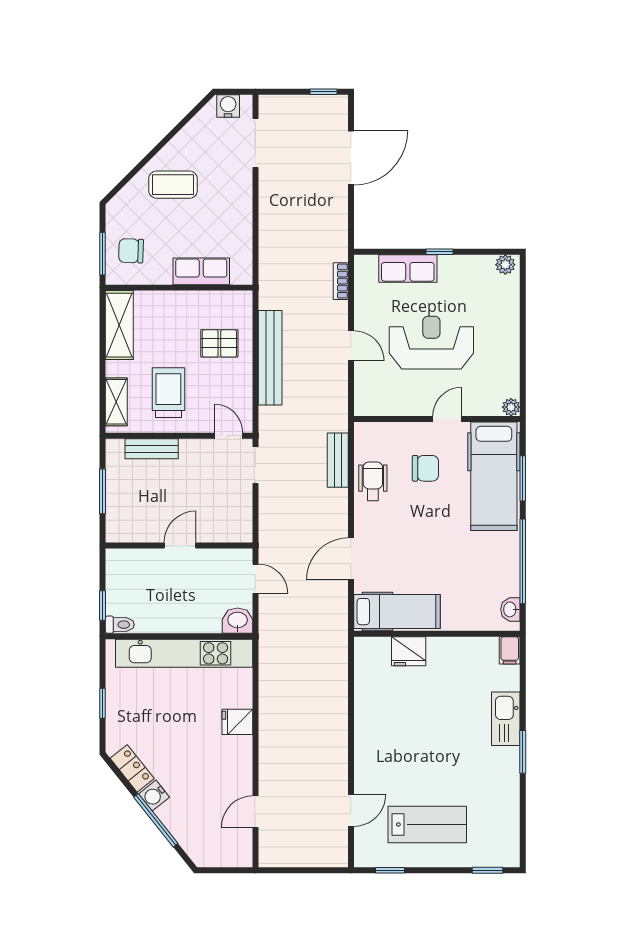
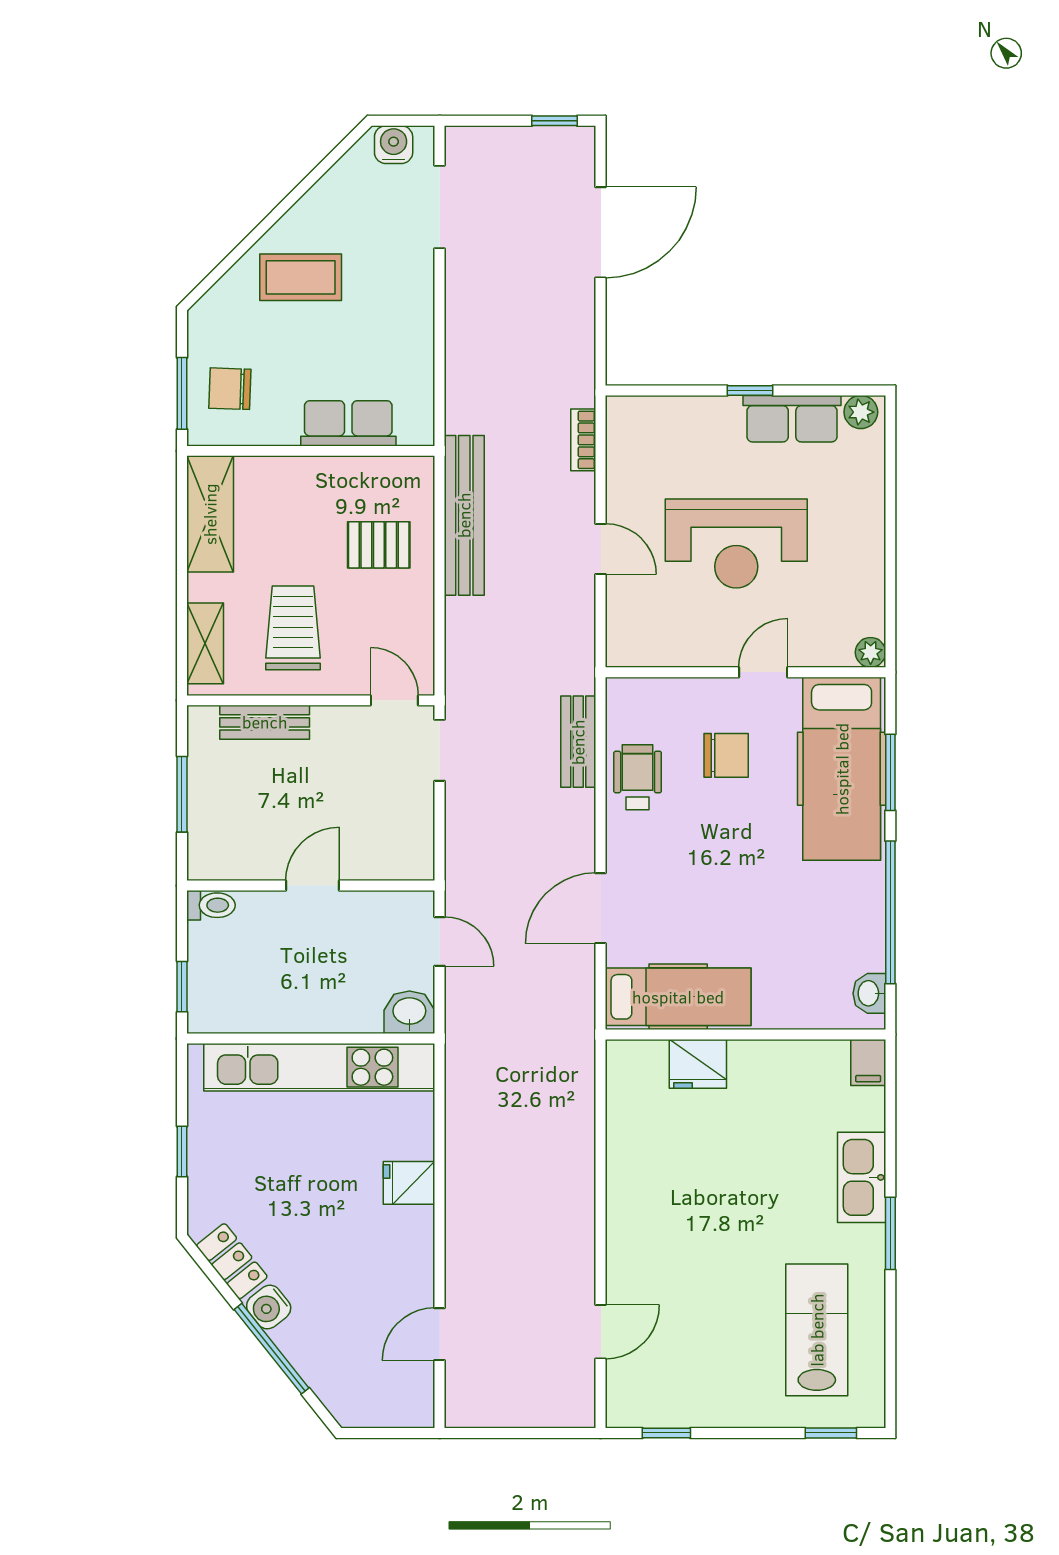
row of seats: (408, 269) -> (792, 419), moved
reception desk: (431, 343) -> (736, 544), turned 180
bench: (270, 358) -> (464, 515), moved
toilet: (120, 625) -> (211, 905), moved
lab bench: (427, 824) -> (817, 1330), moved, turned -90

